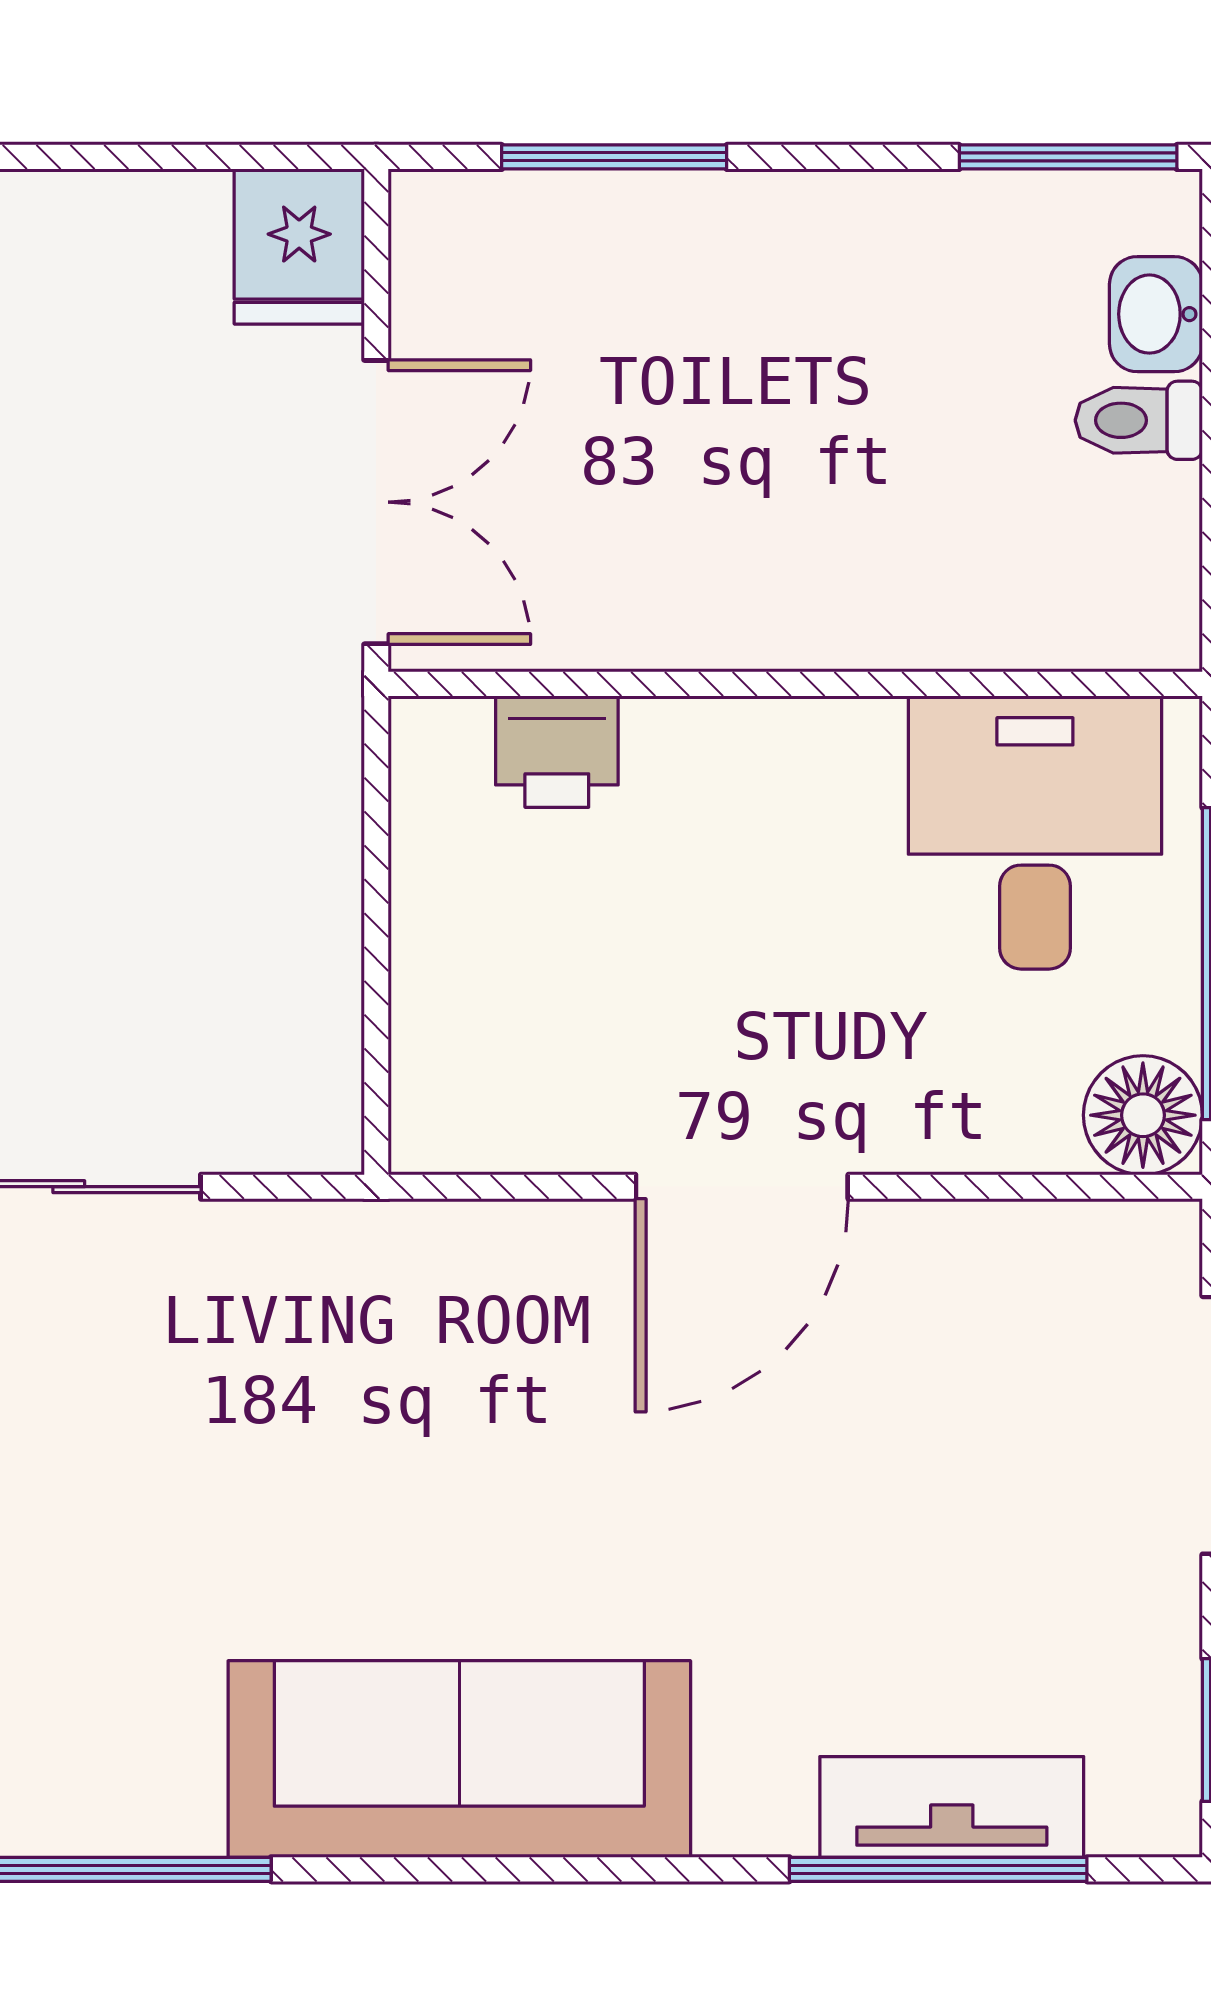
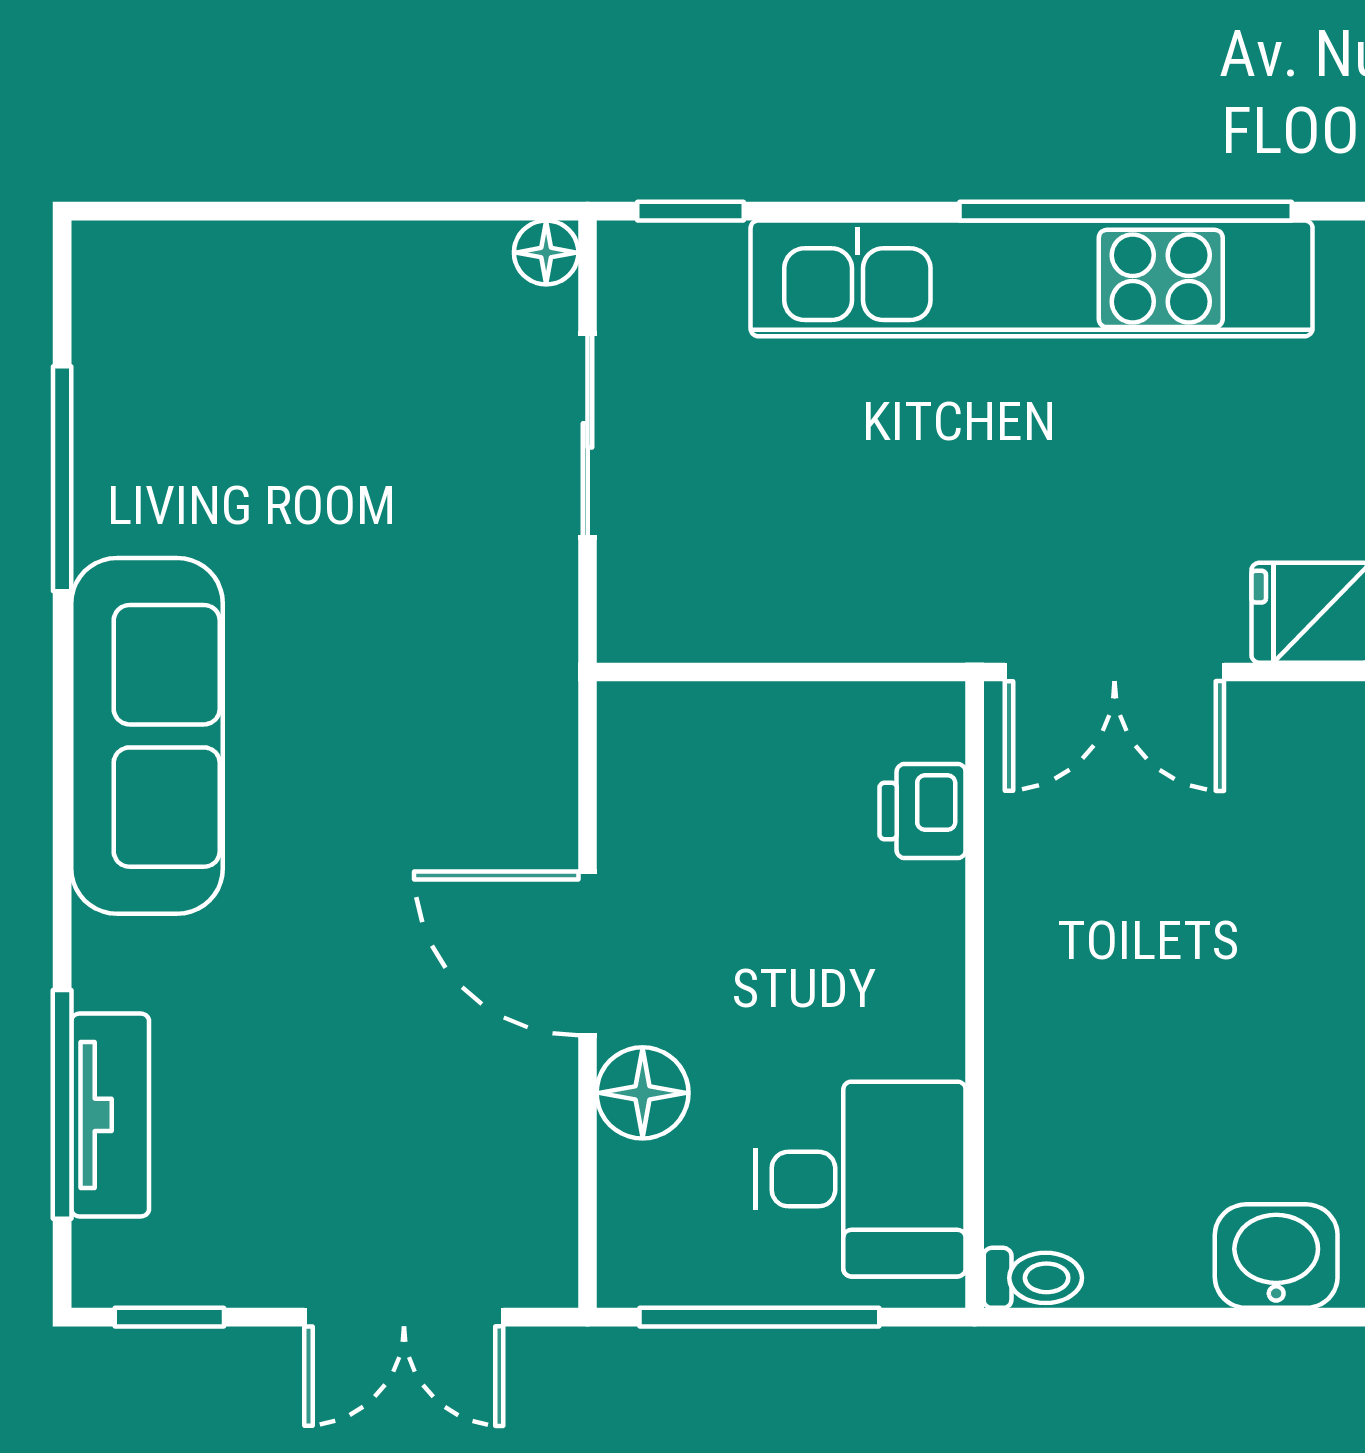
washbasin: (1156, 314) -> (1276, 1256), width x1.38, depth x1.45
toilet: (1139, 420) -> (1033, 1278), moved, turned 90
floor lamp: (1143, 1115) -> (643, 1093), moved

